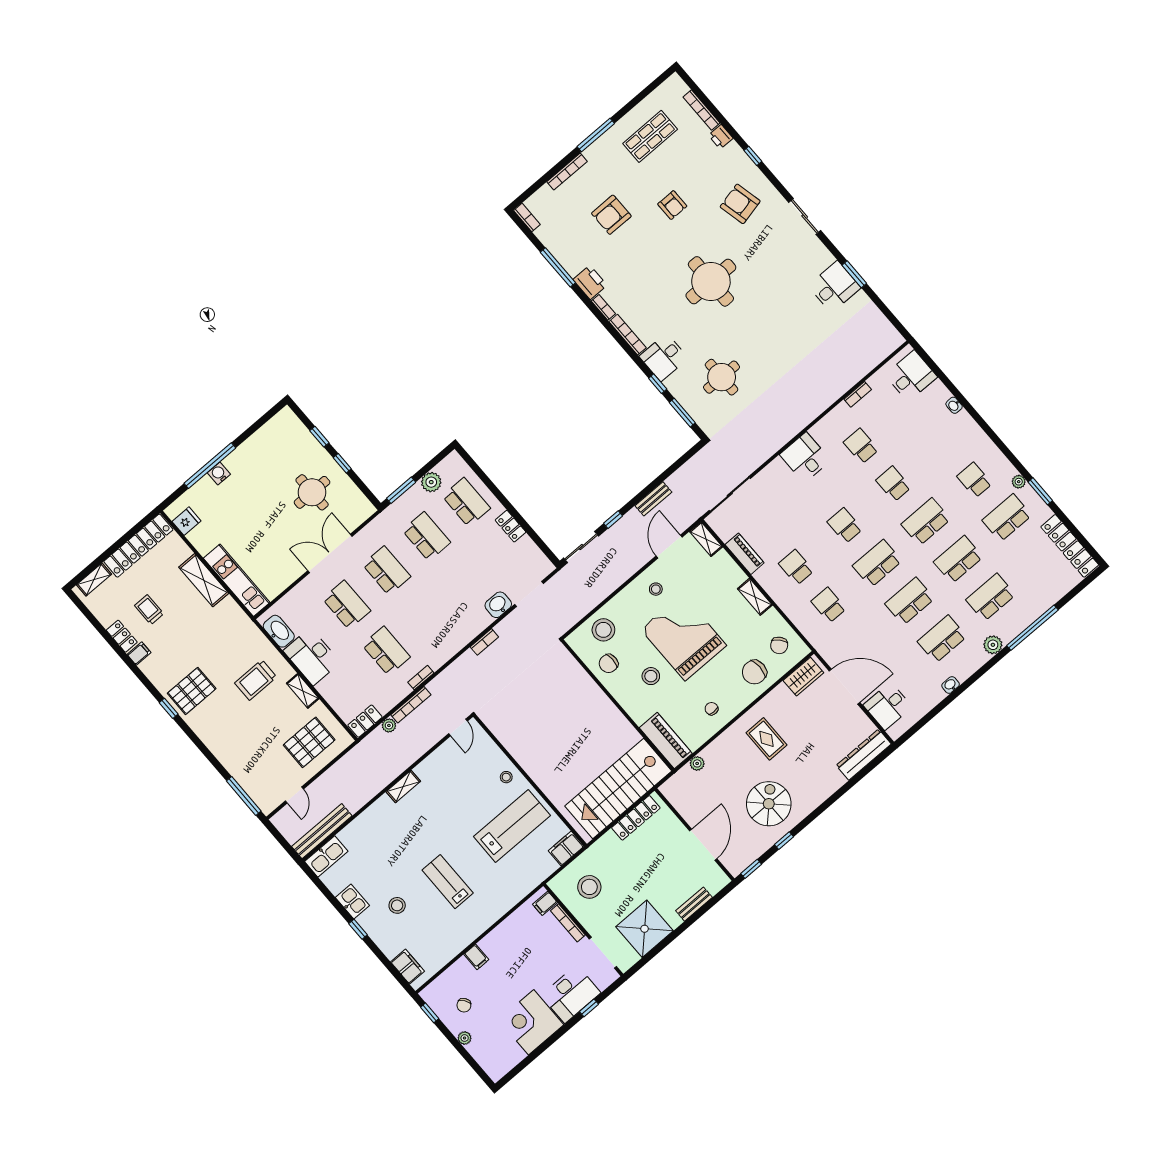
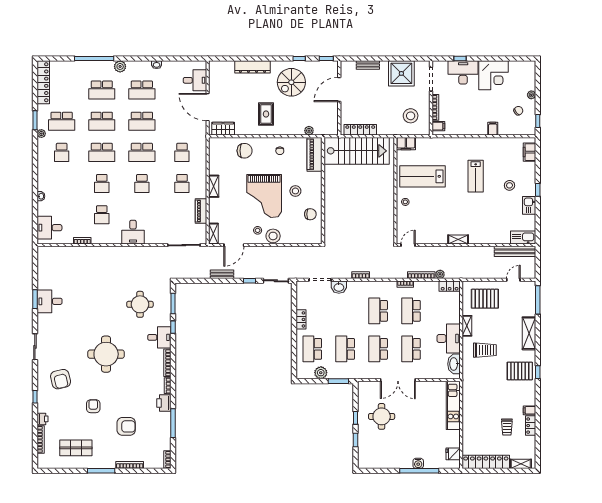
shelving: (204, 580) -> (529, 333), moved
school desk: (426, 617) -> (378, 311), added
stool: (603, 630) -> (273, 236), moved
chair: (779, 645) -> (222, 153), removed
dresser: (864, 755) -> (252, 67), moved

